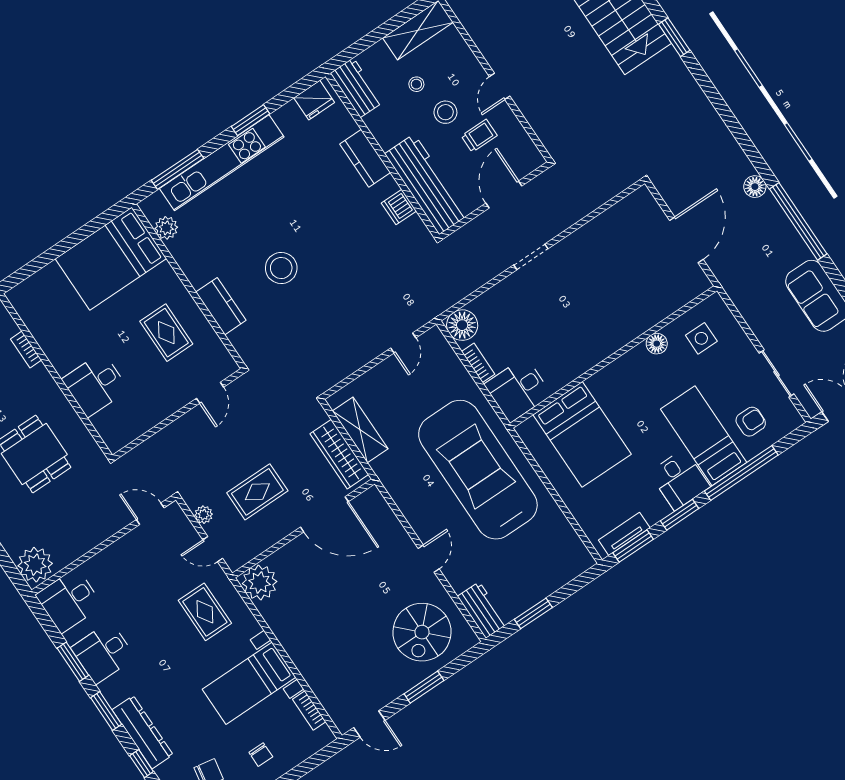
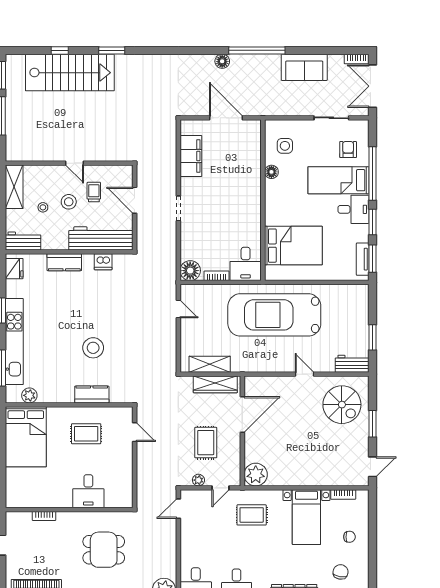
filing cabinet: (608, 228) -> (191, 156), added

